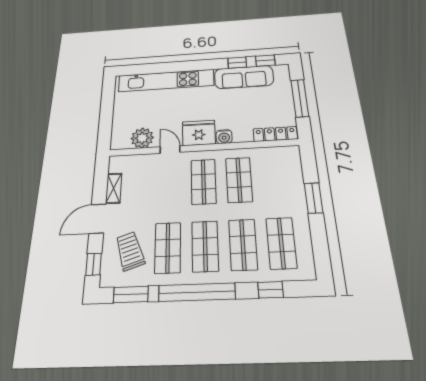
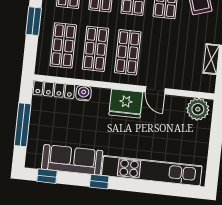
window: (237, 63) -> (99, 182), moved
water cooler: (224, 137) -> (84, 93), moved
plant: (142, 138) -> (198, 109), moved
shop shelf: (275, 178) -> (63, 45), added

